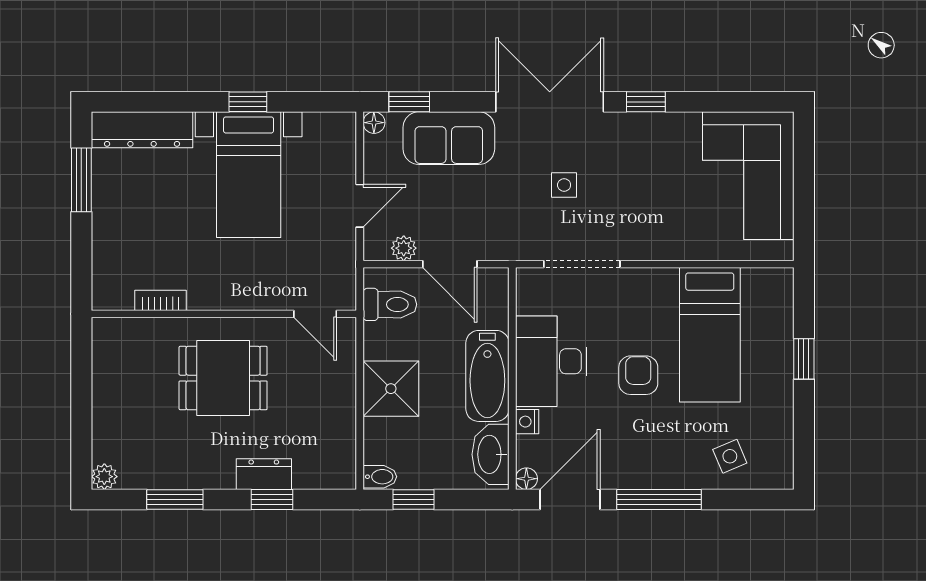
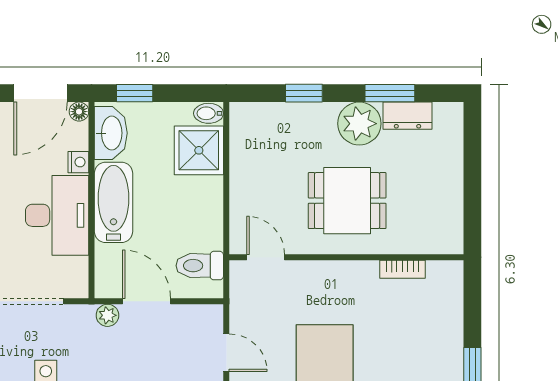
door: (360, 206) -> (226, 353), swing flipped
plant: (404, 248) -> (107, 315), moved
shower: (391, 389) -> (199, 150), moved
dresser: (264, 474) -> (407, 116), moved
plant: (104, 477) -> (359, 124), moved, width x1.87, depth x1.87
window: (413, 499) -> (135, 93), moved

